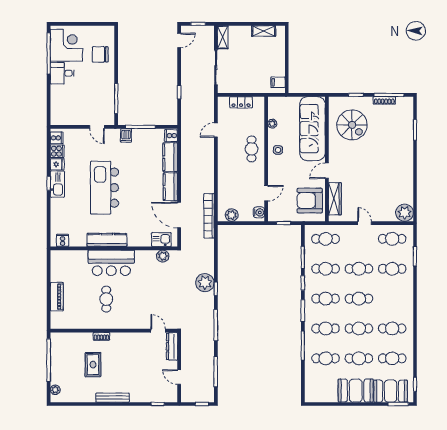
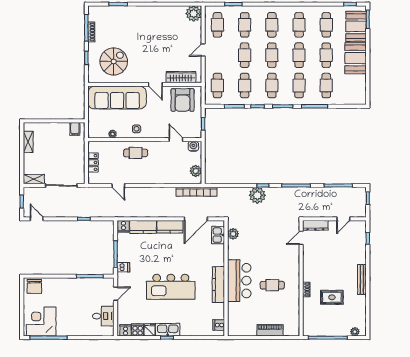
chair: (100, 54) -> (34, 286), moved
desk: (62, 73) -> (103, 316), moved, turned -90
cafe table: (392, 299) -> (272, 25), added

